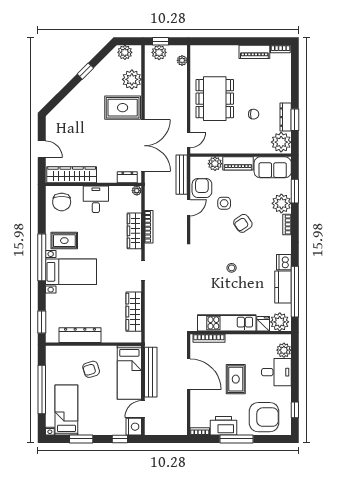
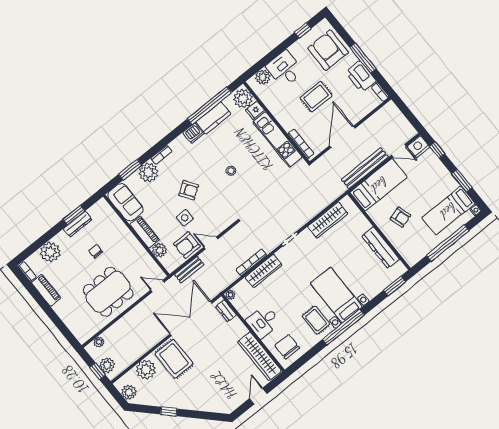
plant: (281, 142) -> (50, 252), moved
bench: (182, 175) -> (189, 270), width x0.73
chair: (62, 202) -> (287, 347), turned -90

